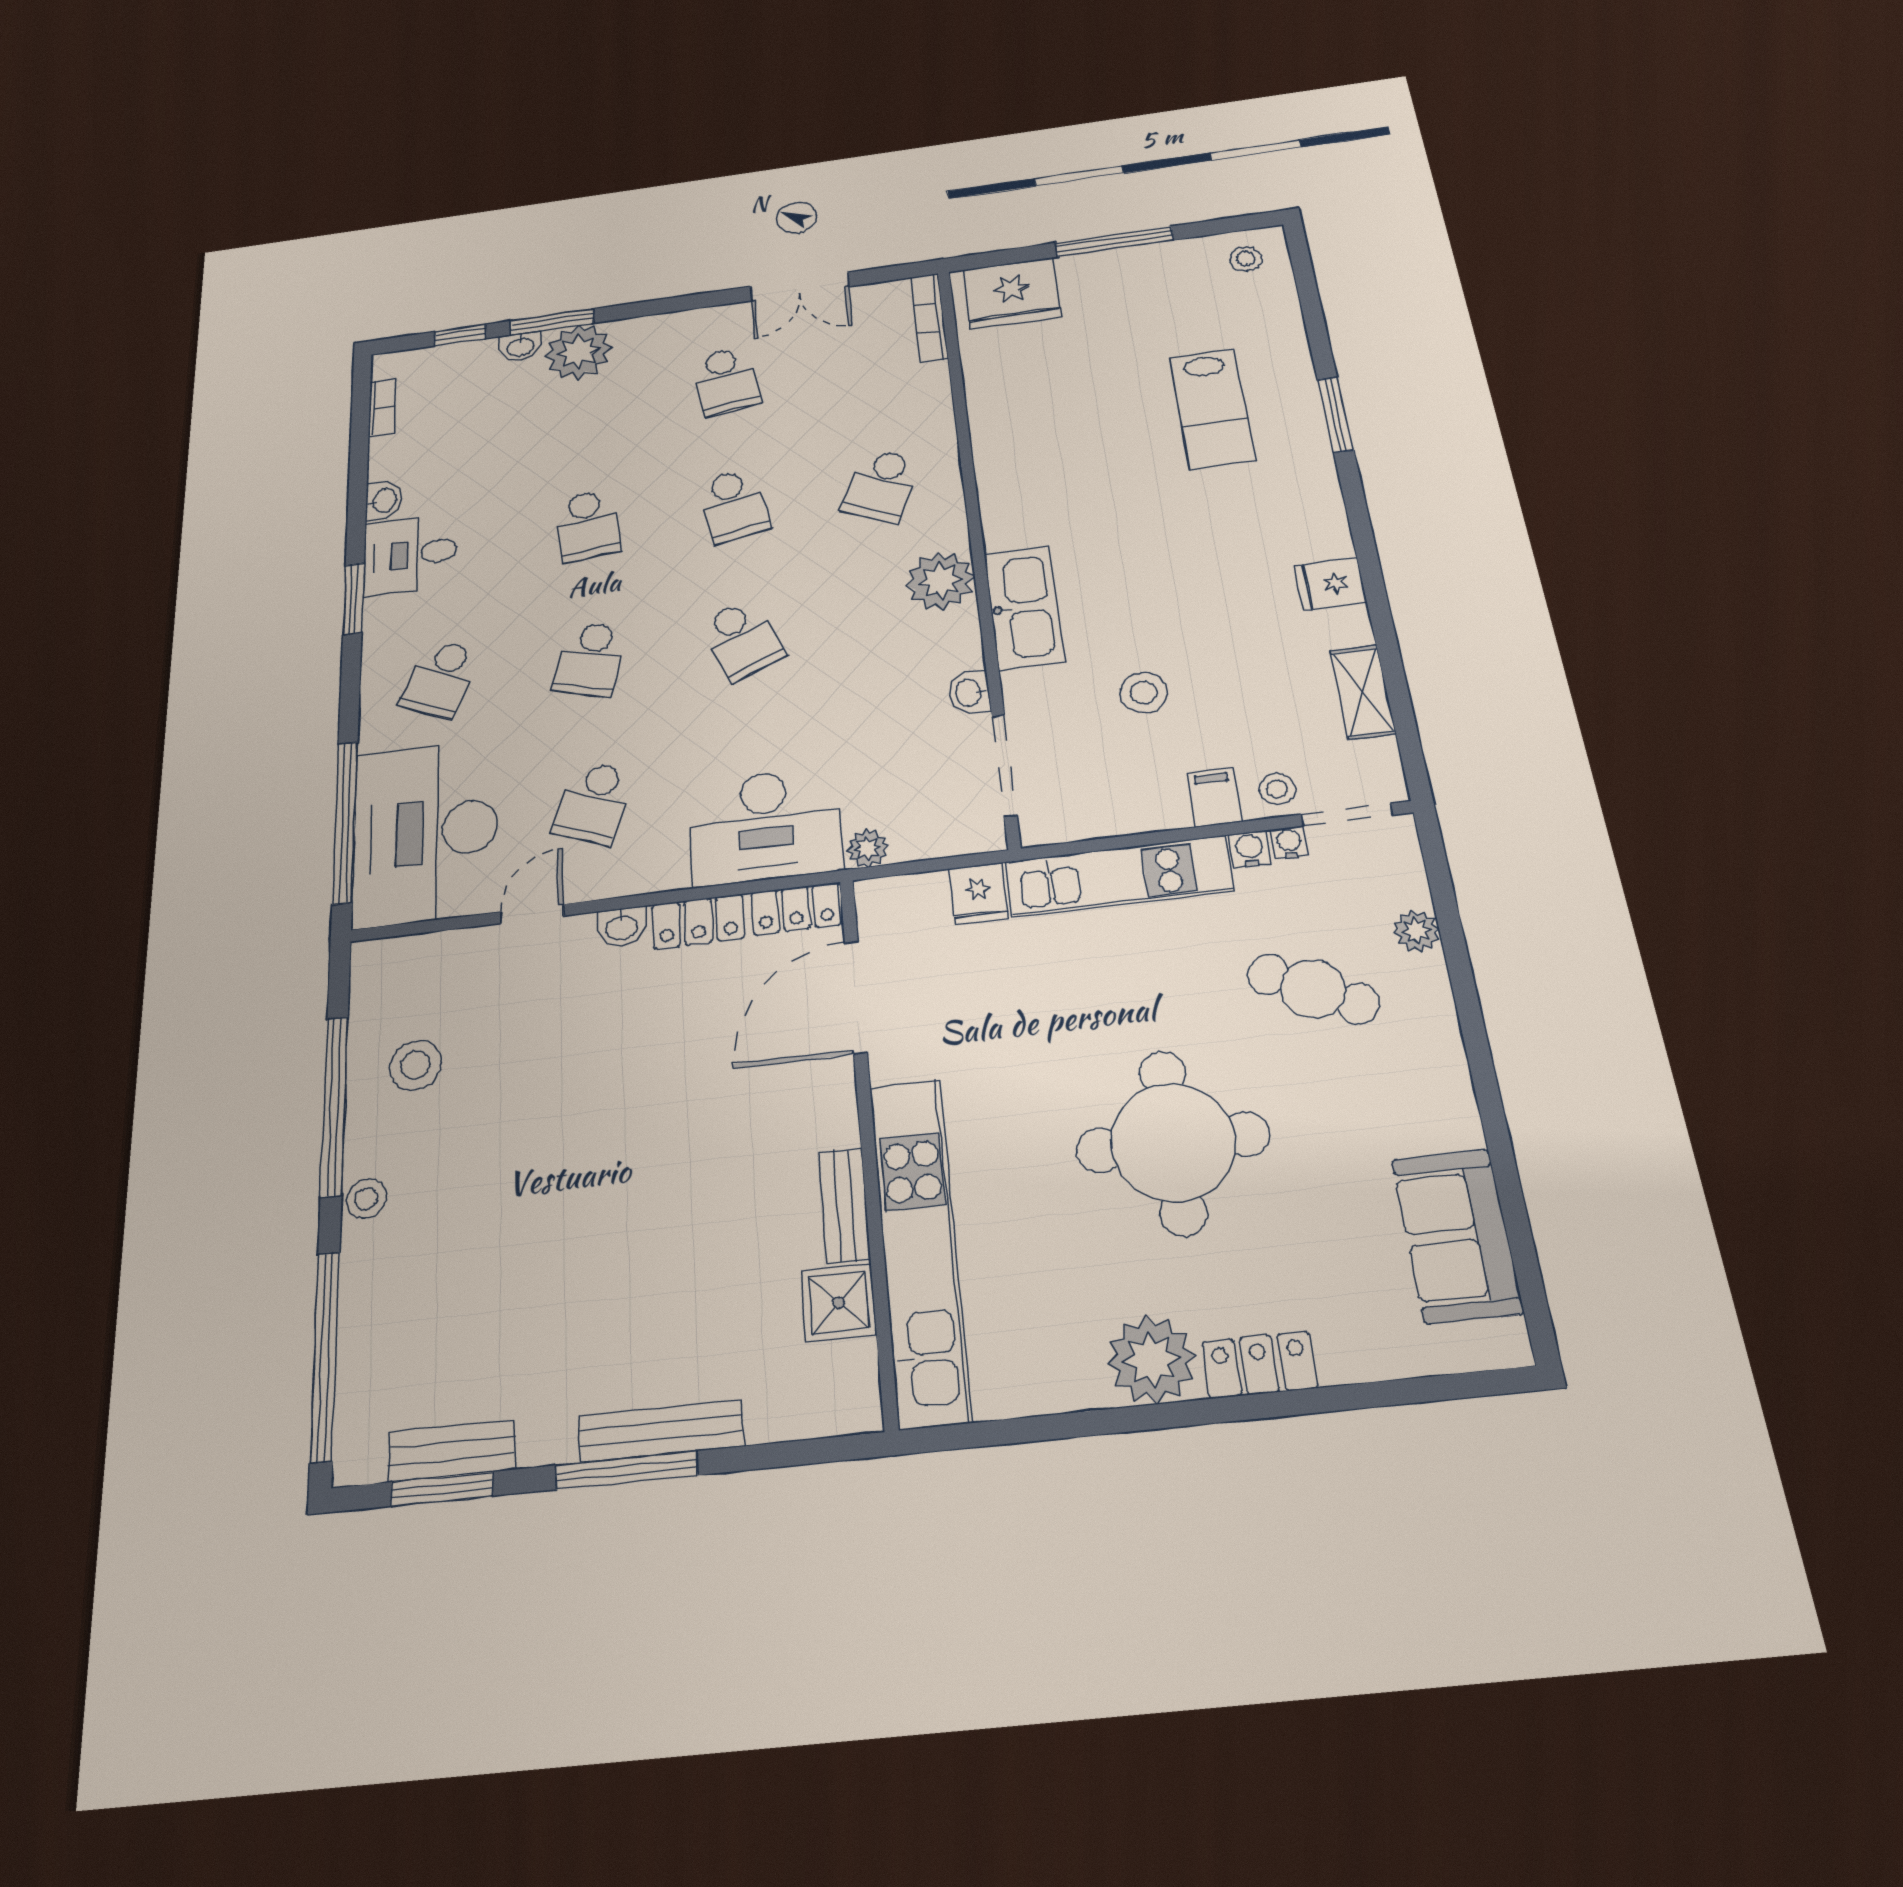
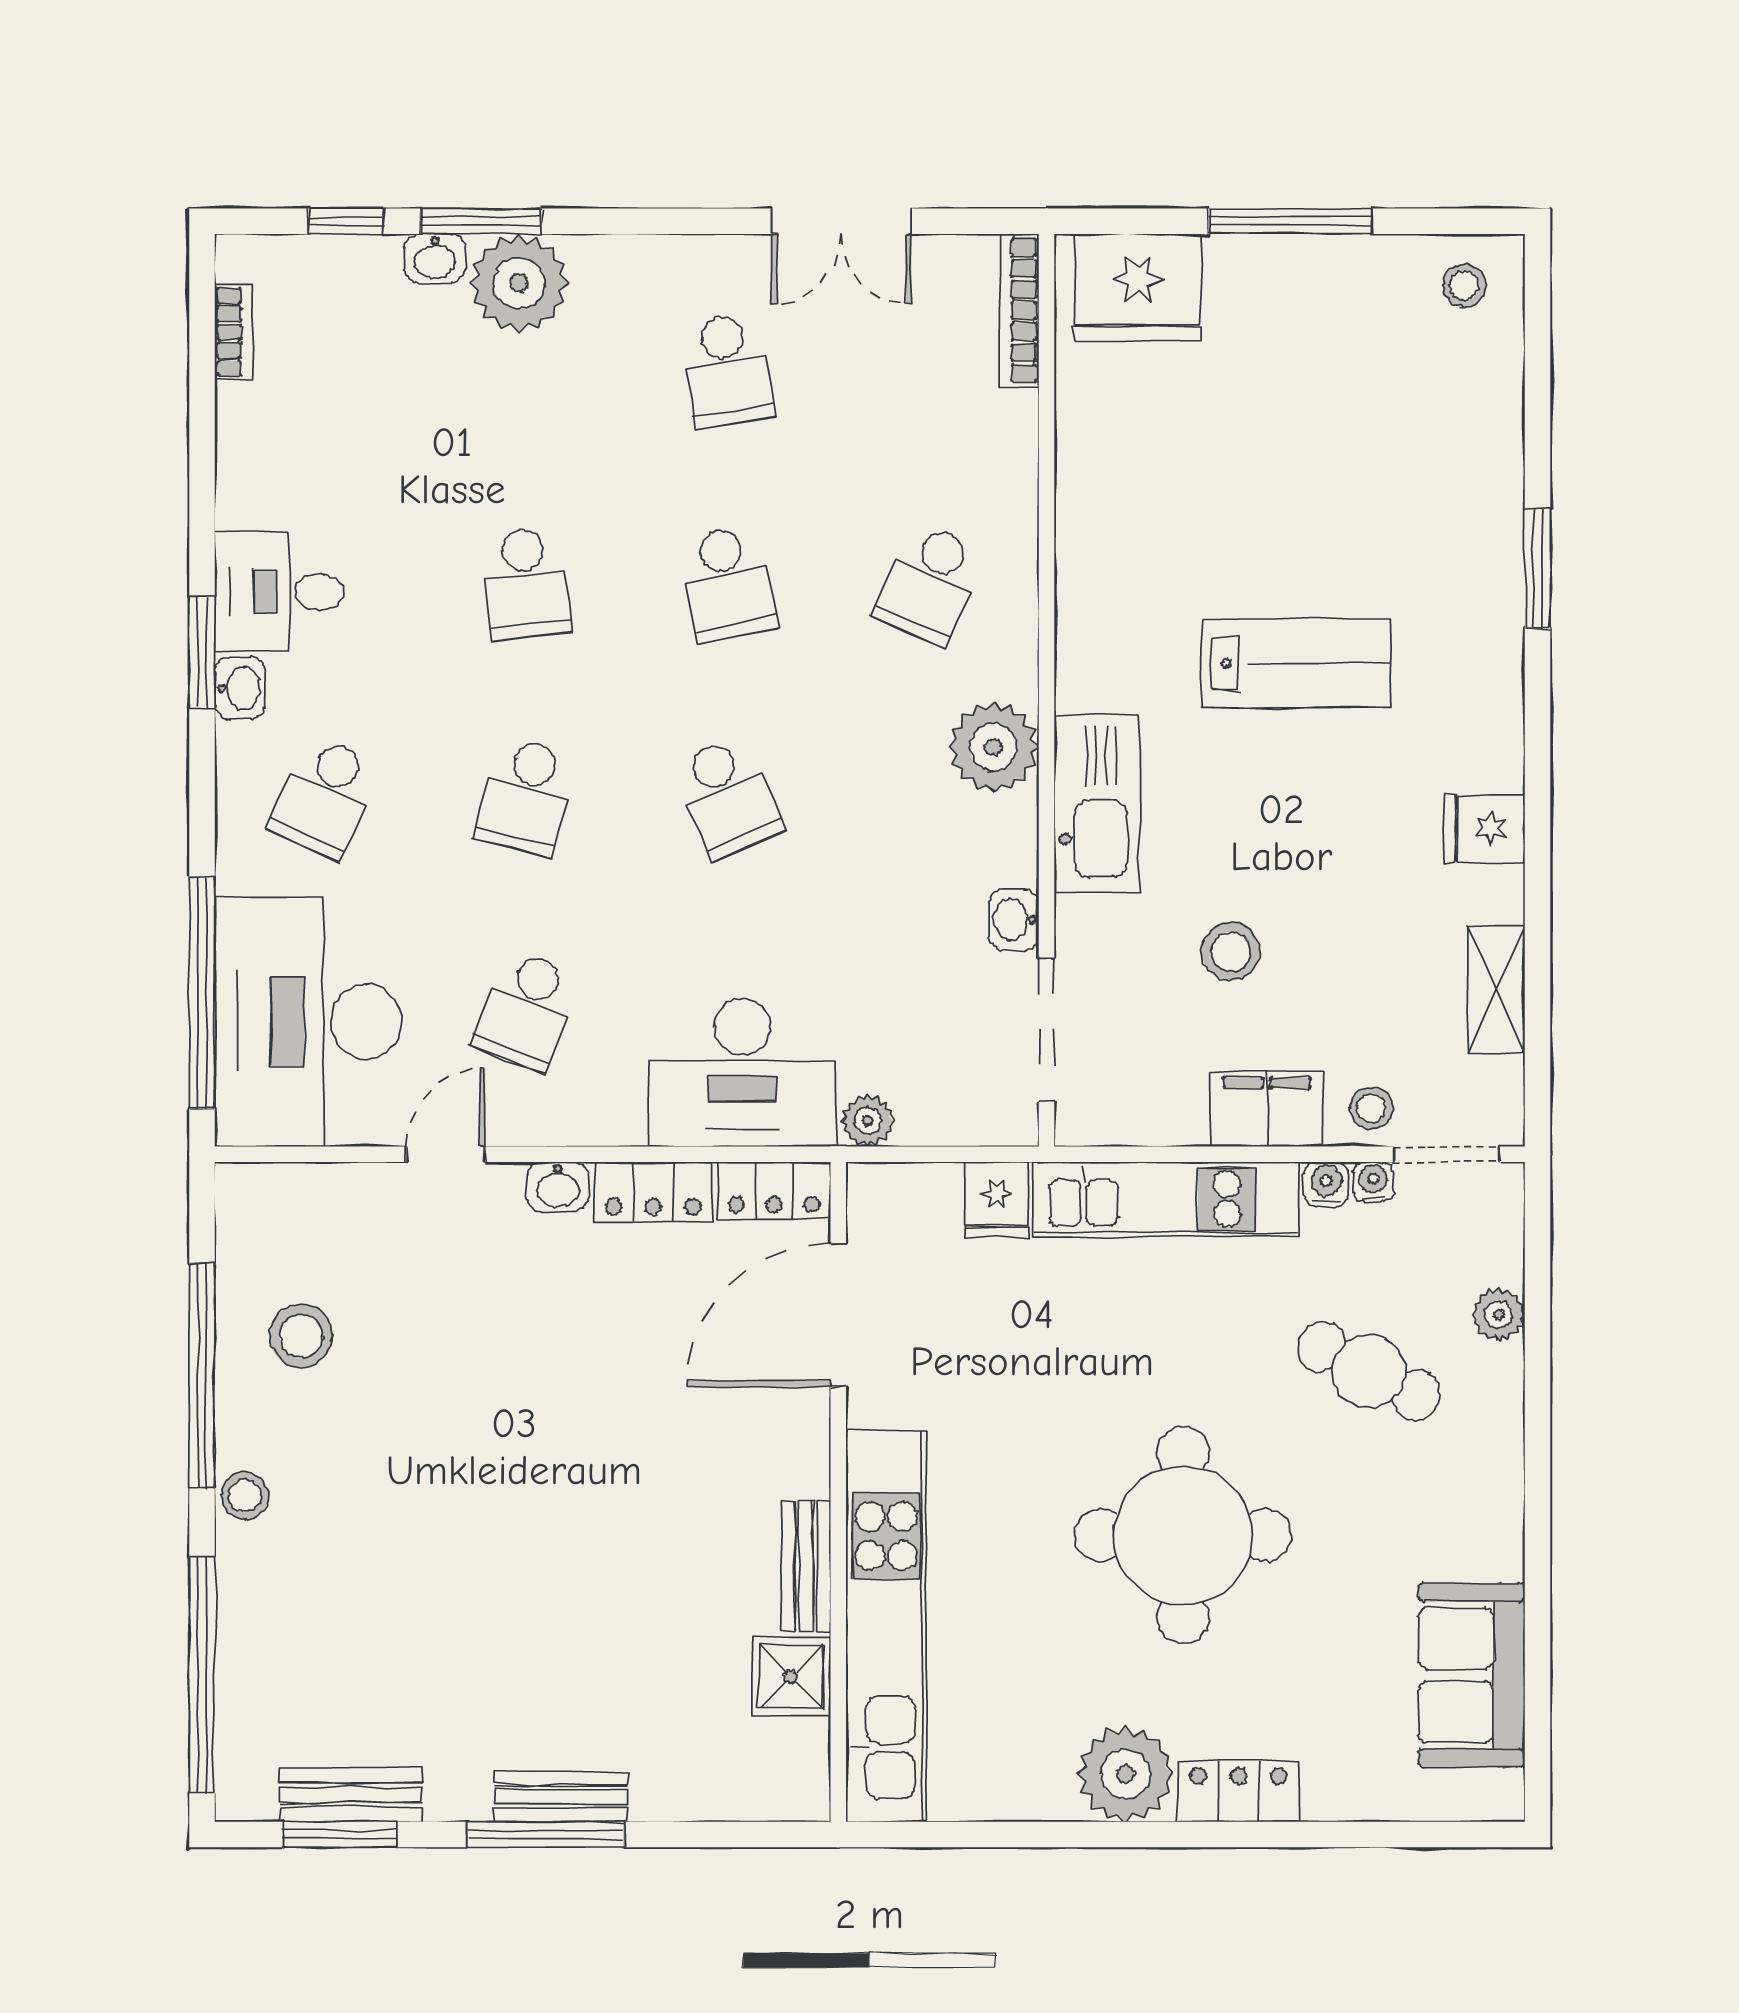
lab bench: (1212, 409) -> (1296, 664), moved, turned -90
washbasin: (384, 500) -> (240, 688), moved
filing cabinet: (1214, 797) -> (1267, 1109), width x2.00
bench: (661, 1431) -> (561, 1797), width x0.73

